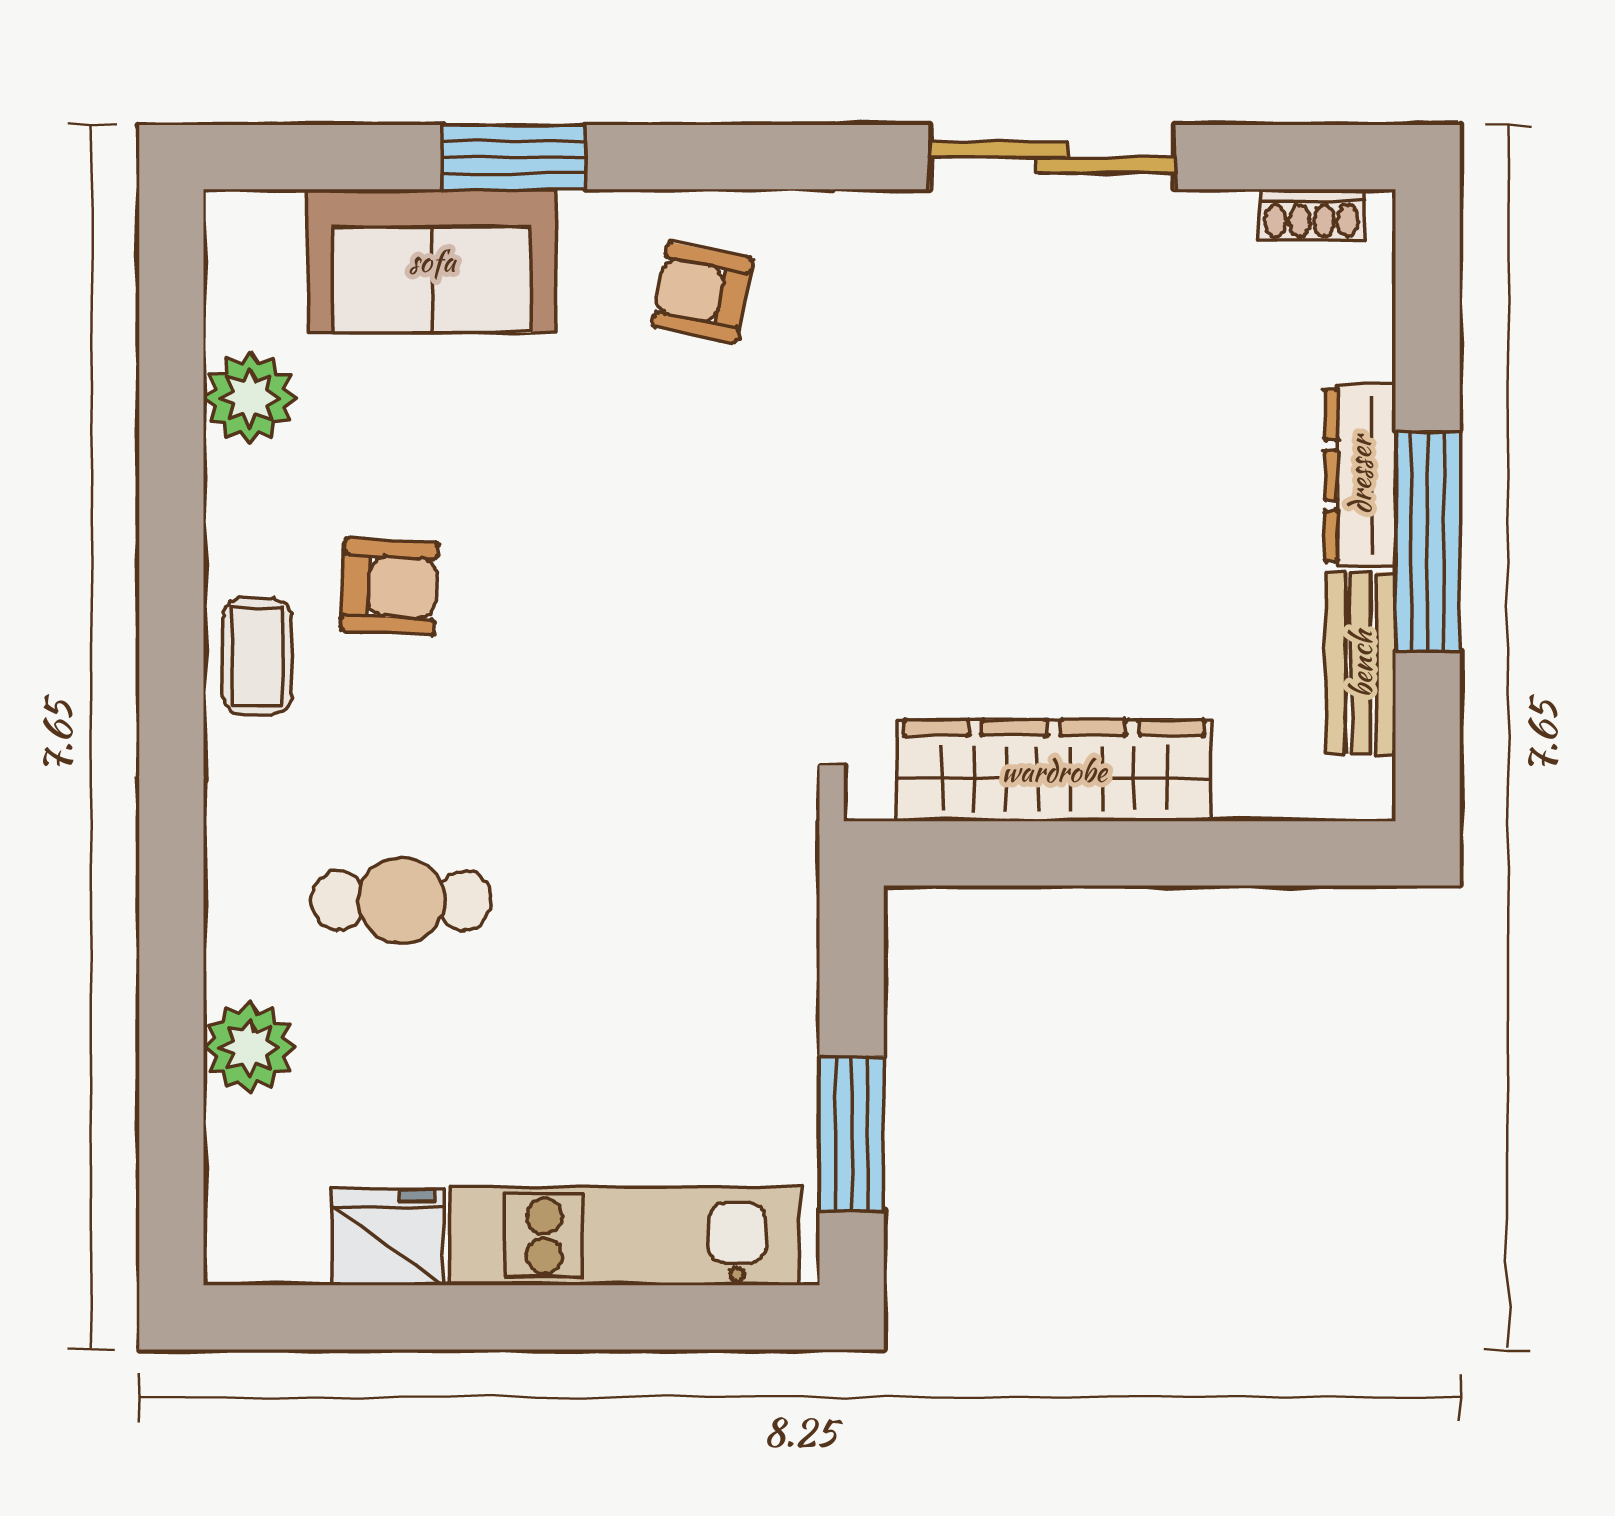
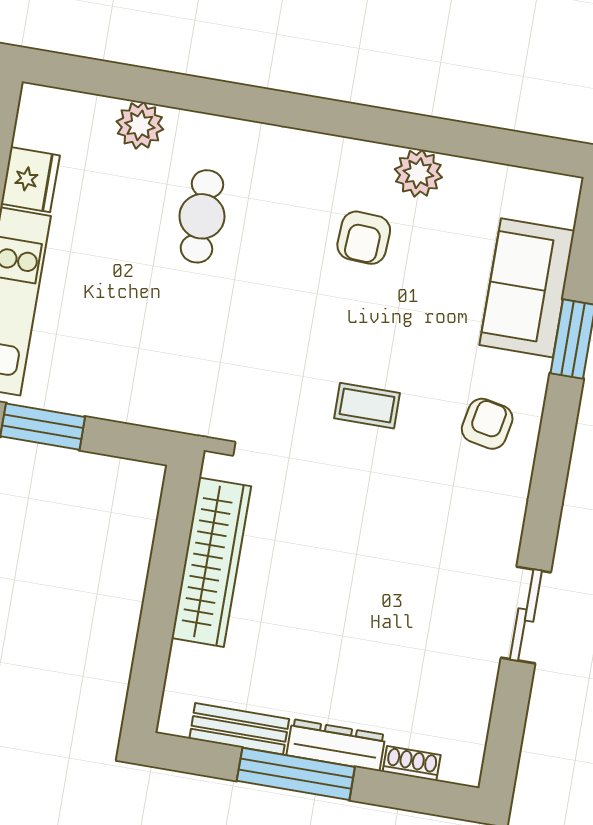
sliding door: (1052, 157) -> (526, 615), width x0.73
shoe rack: (1312, 215) -> (412, 763), moved, turned 90
plant: (250, 398) -> (418, 173), moved
coffee table: (257, 657) -> (367, 406), moved

